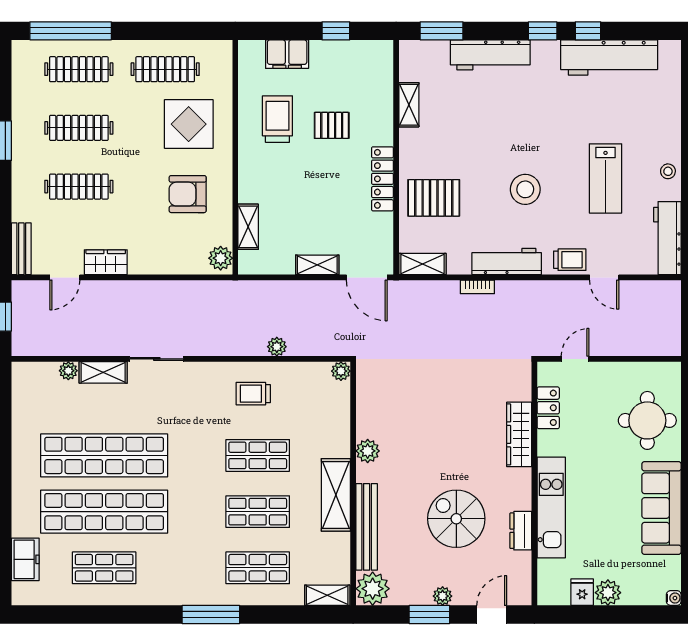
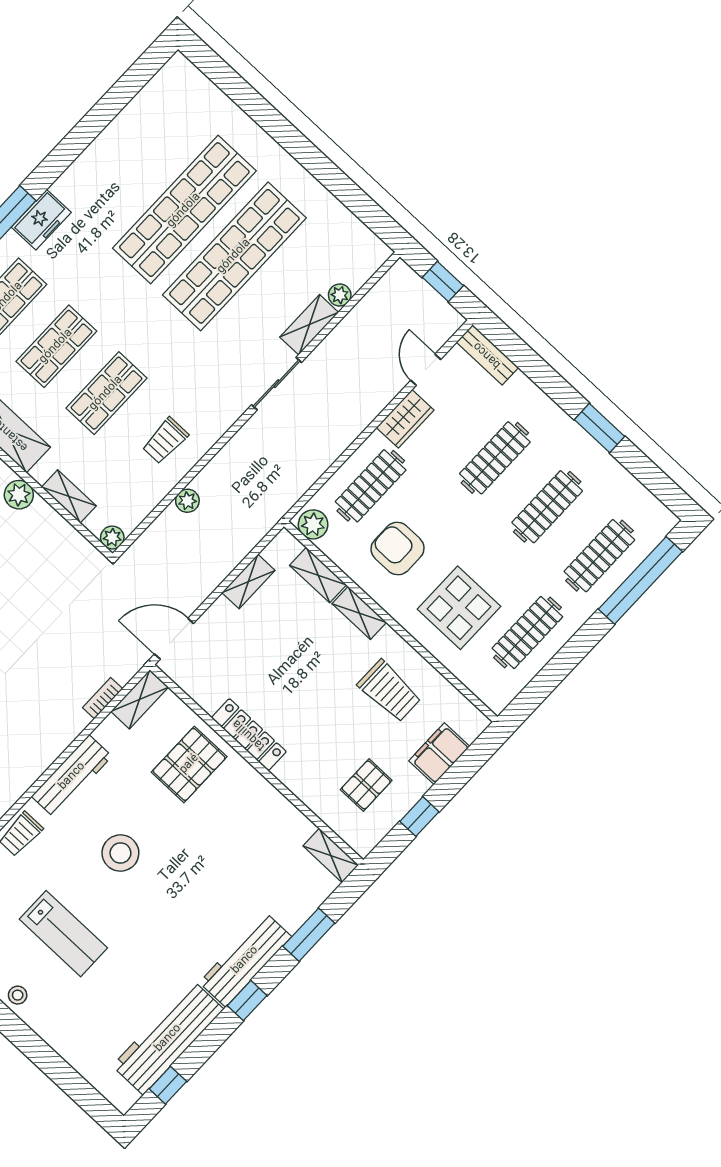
window: (442, 31) -> (309, 935), moved
window: (588, 31) -> (168, 1085), moved
workbench: (490, 55) -> (245, 960), moved
shelving: (409, 105) -> (331, 855), moved
pallet: (332, 125) -> (366, 785), moved
lab bench: (605, 178) -> (63, 934), turned 180
shelving: (248, 181) -> (359, 613), added
armchair: (188, 194) -> (398, 549), turned -90
clothes rail: (165, 245) -> (371, 486), added
shelving: (317, 265) -> (248, 582), moved
bookcase: (477, 287) -> (103, 698), moved
trolley: (253, 394) -> (165, 441), turned 180
shelving: (341, 420) -> (69, 496), added
freezer: (25, 559) -> (41, 220), moved, turned -90
shop shelf: (104, 568) -> (134, 163), removed

